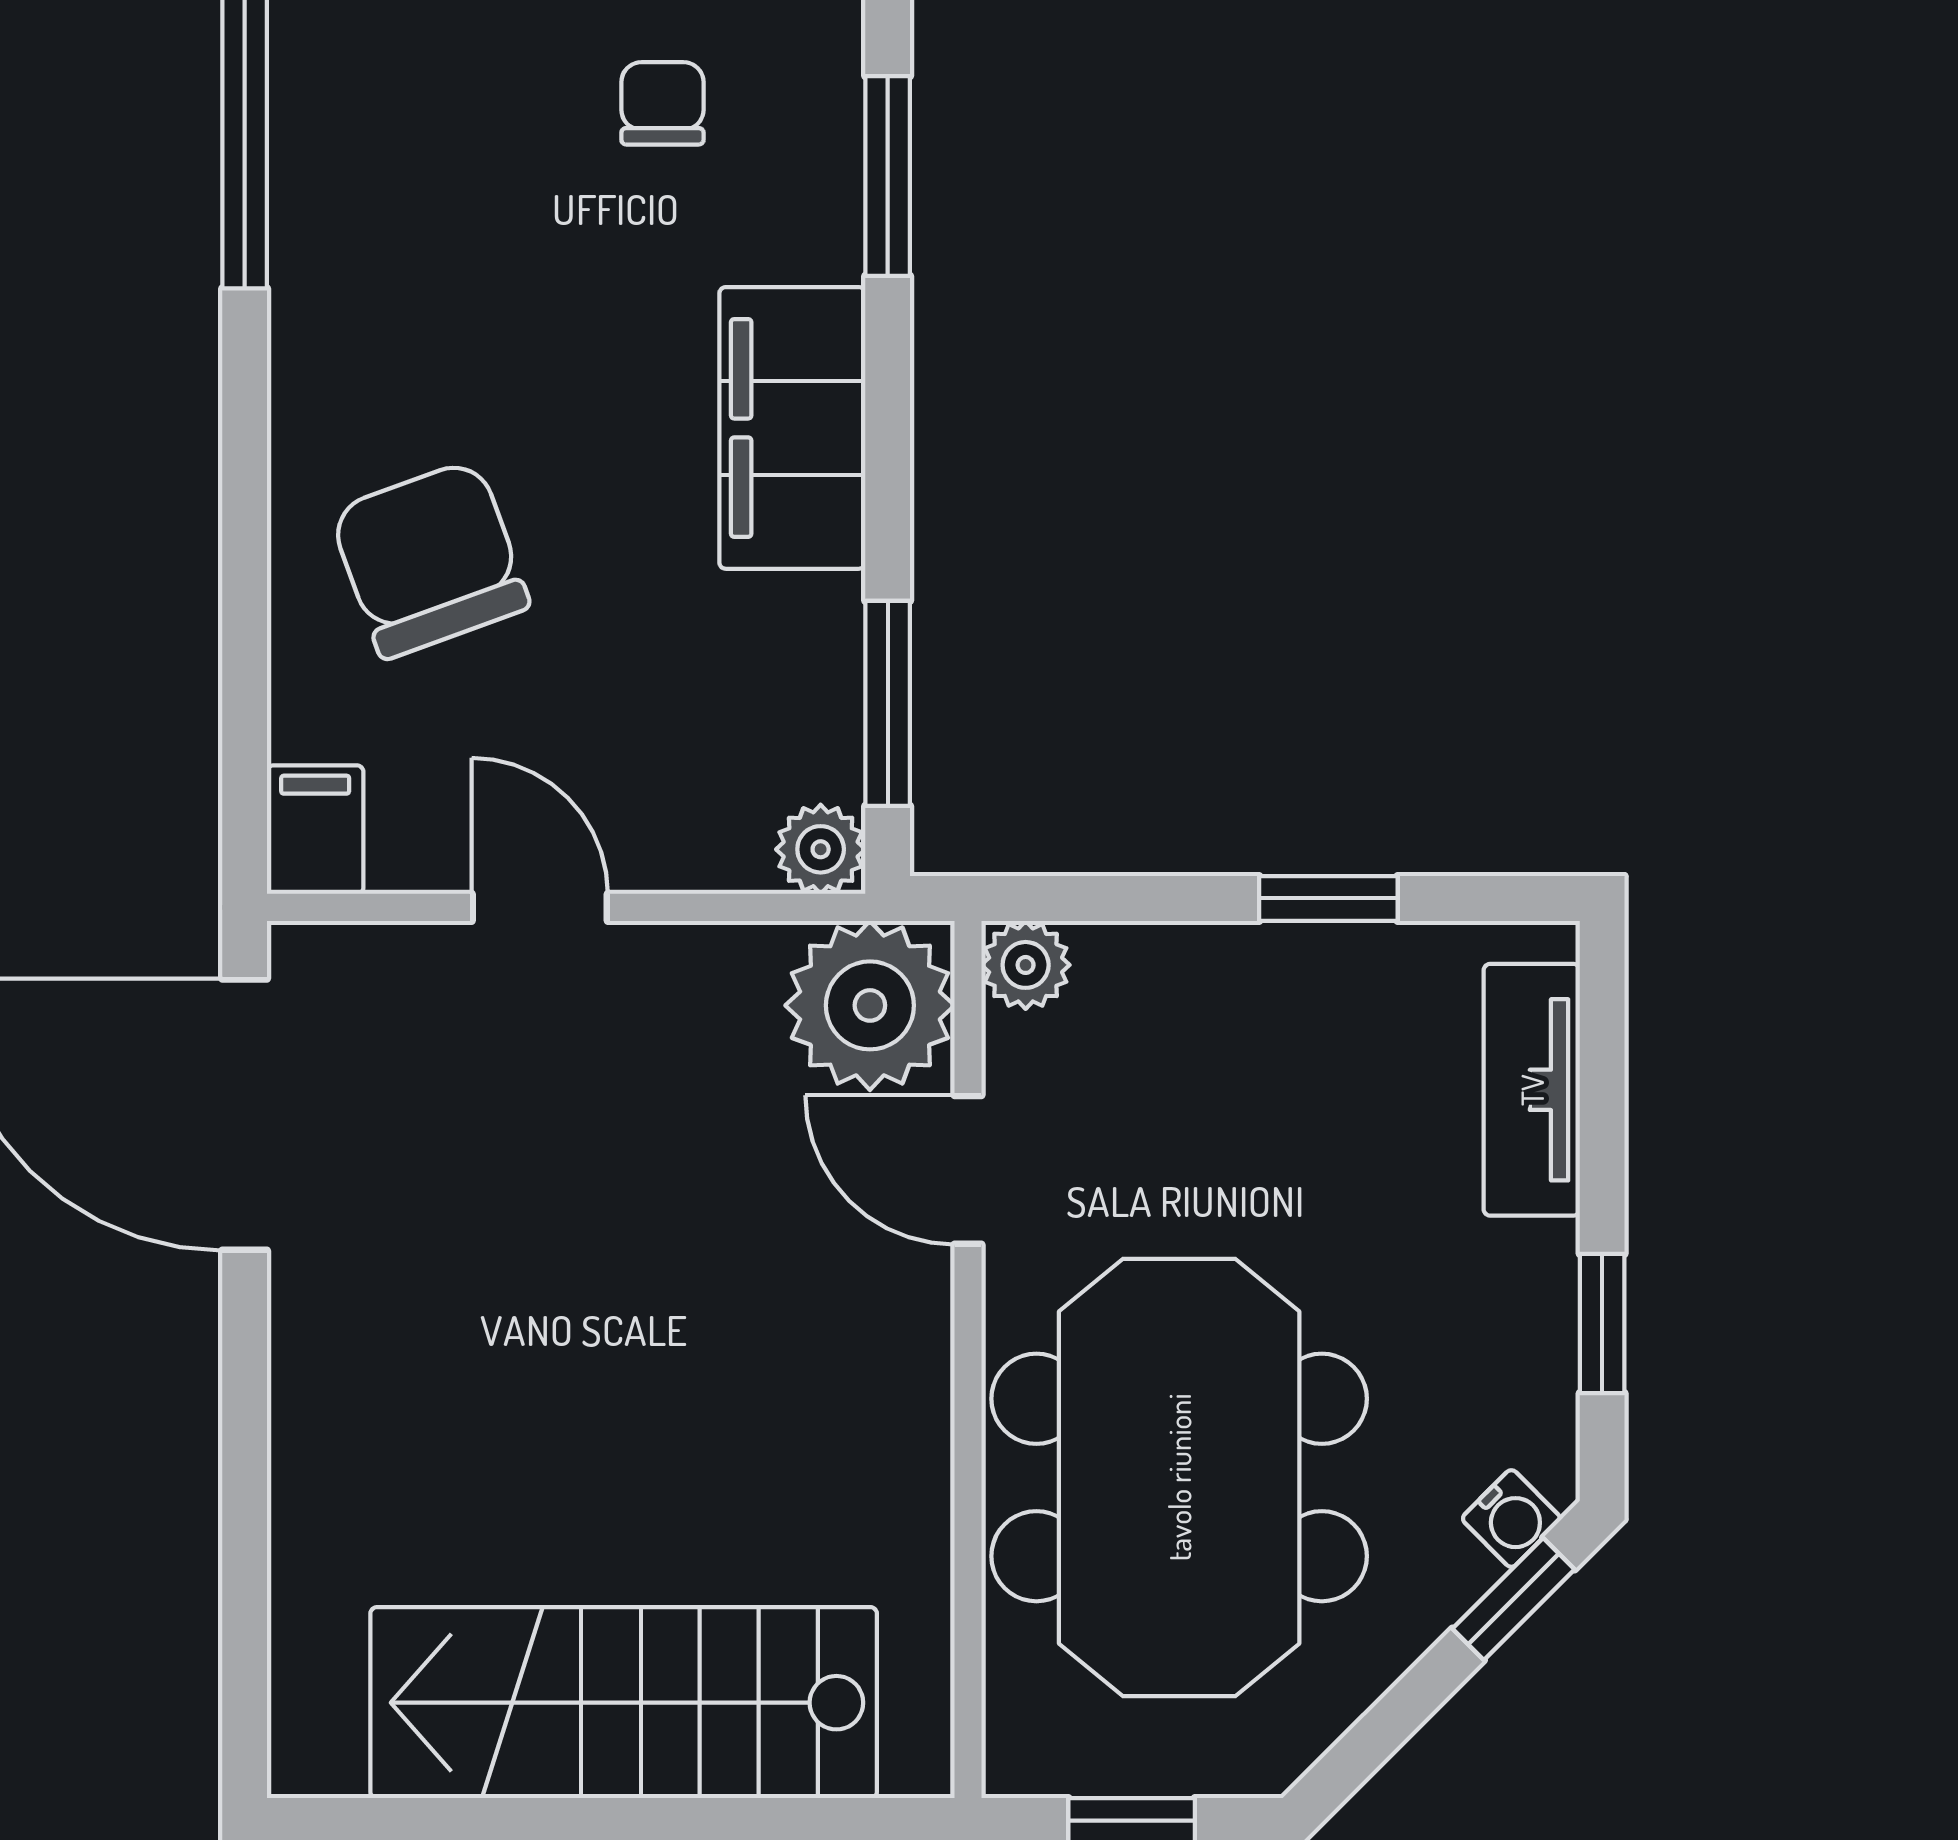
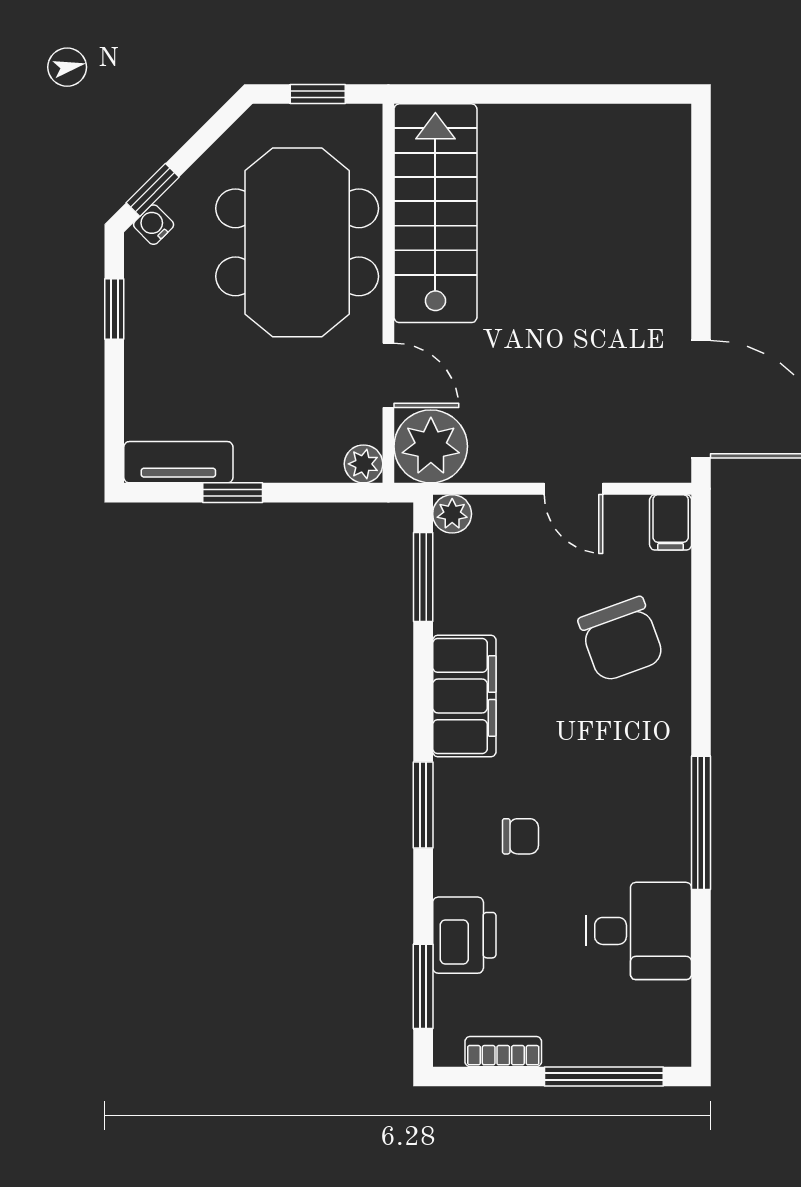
chair: (662, 103) -> (520, 836), turned -90
tv unit: (1532, 1090) -> (178, 462), moved, turned -90
stairs: (624, 1703) -> (435, 213), moved, turned -90

